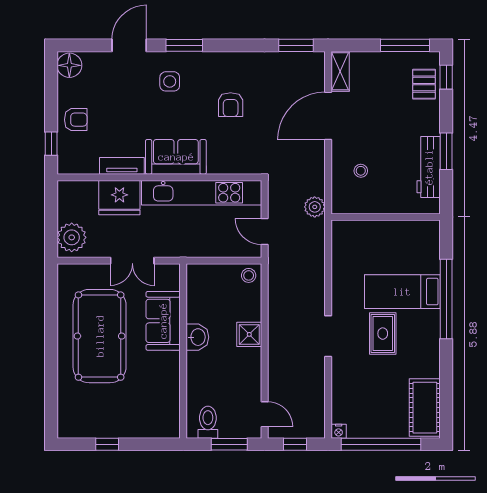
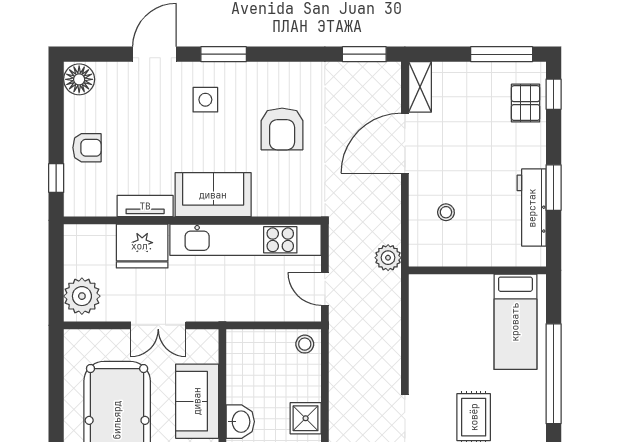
armchair: (231, 105) -> (282, 129), width x1.38, depth x1.38
bed: (402, 292) -> (515, 322), moved, turned -90

